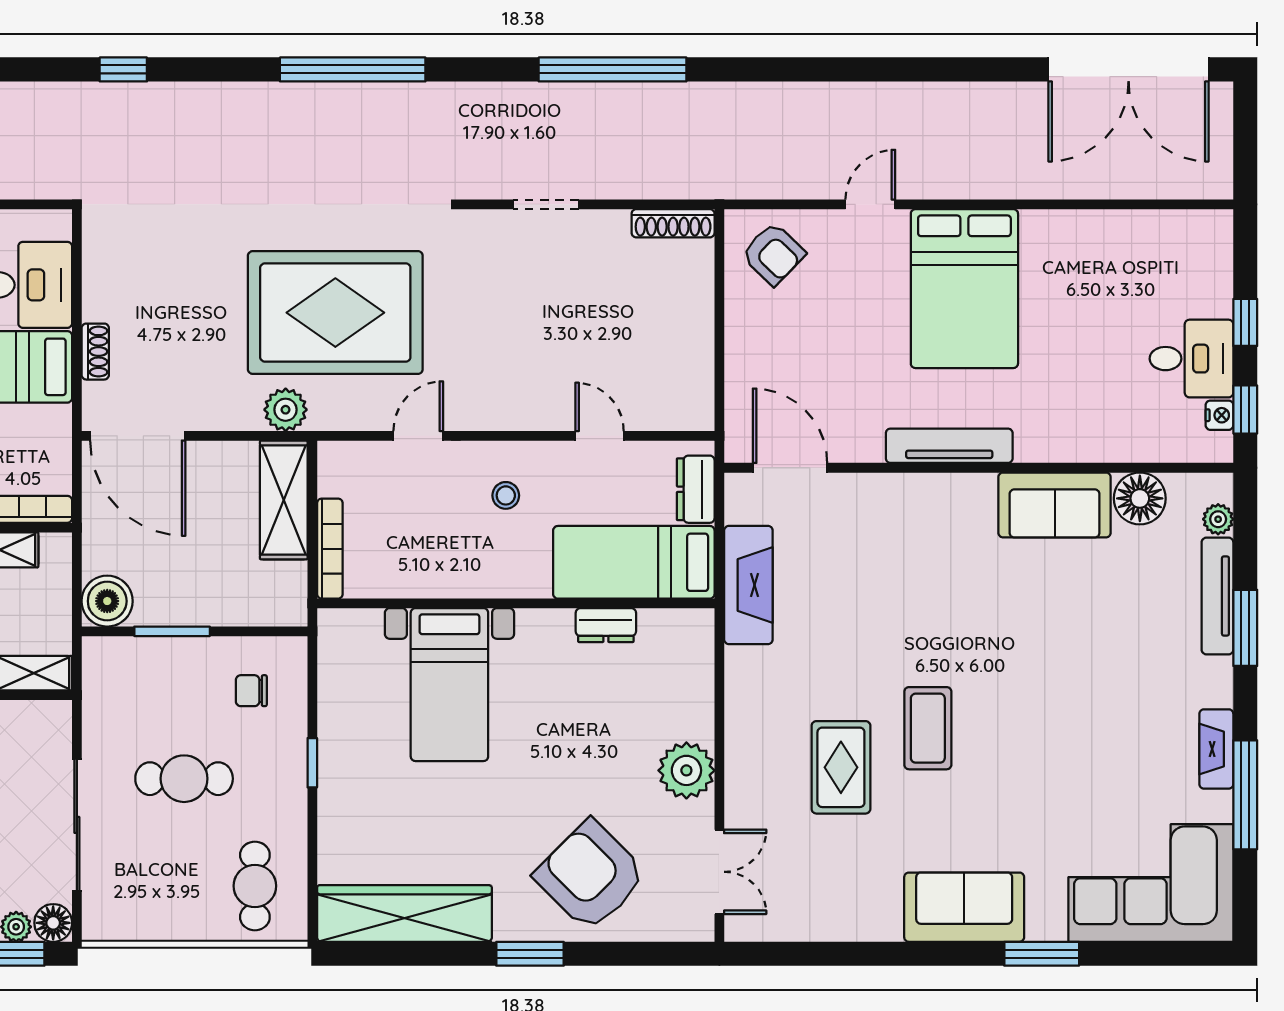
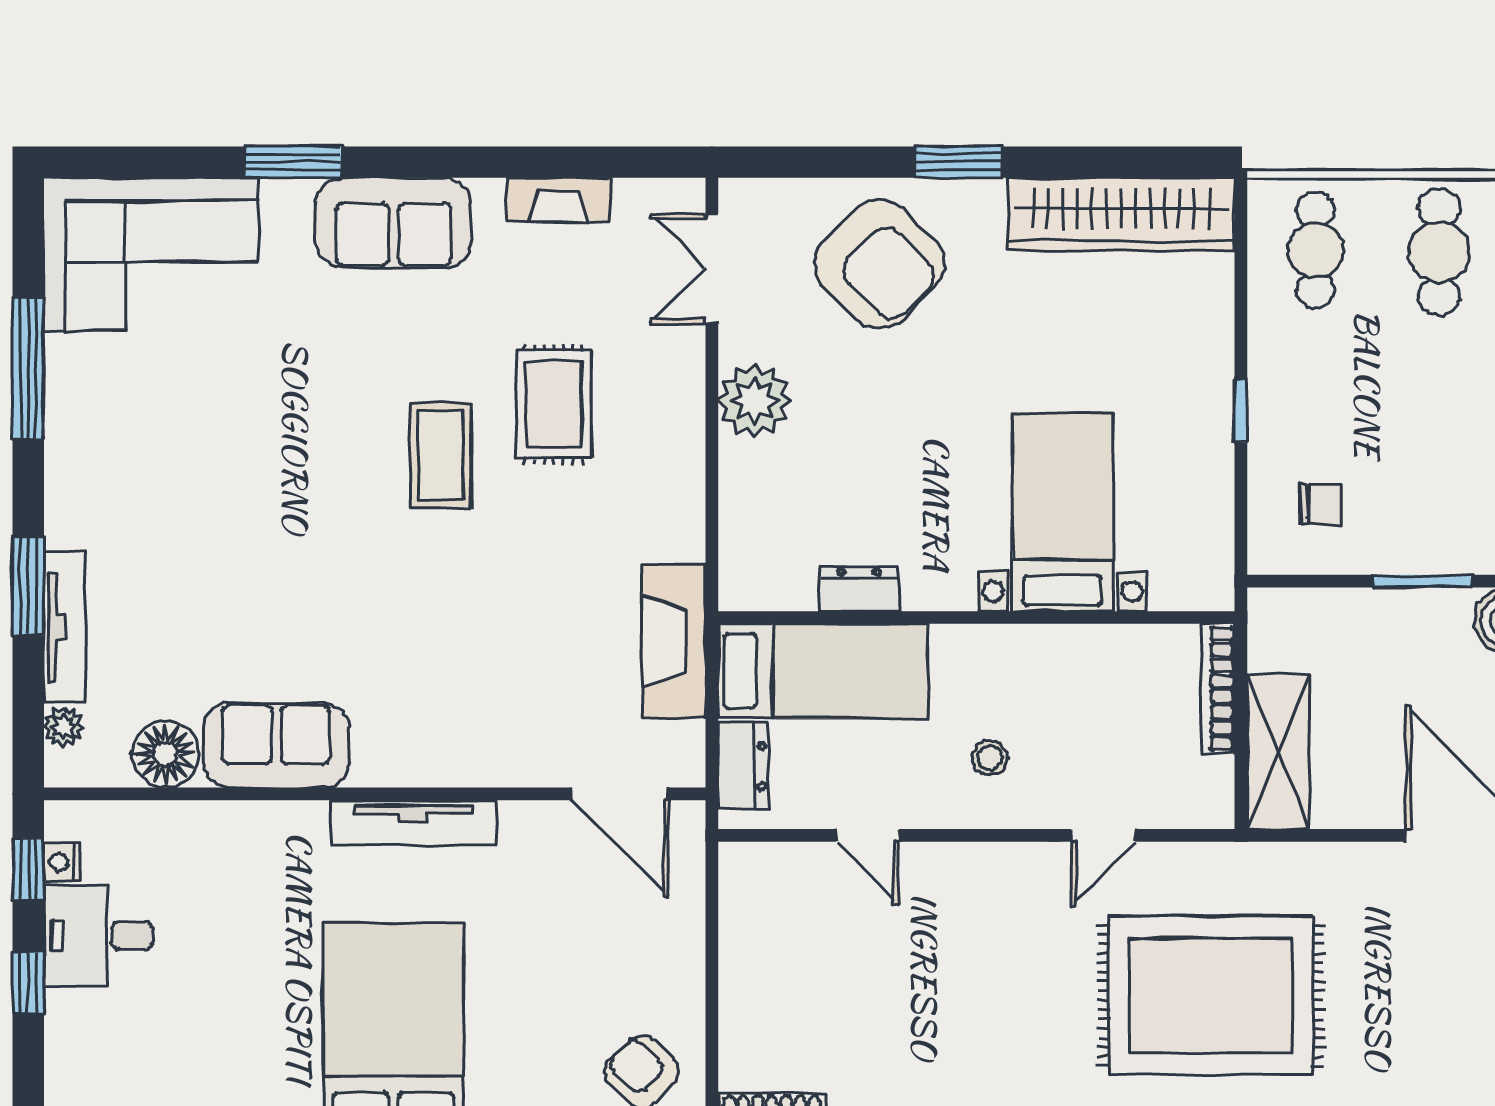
plant: (286, 410) -> (1276, 869), removed
fireplace: (1216, 749) -> (559, 200), moved, turned 90
cafe table: (184, 779) -> (1439, 252), moved, turned 90

